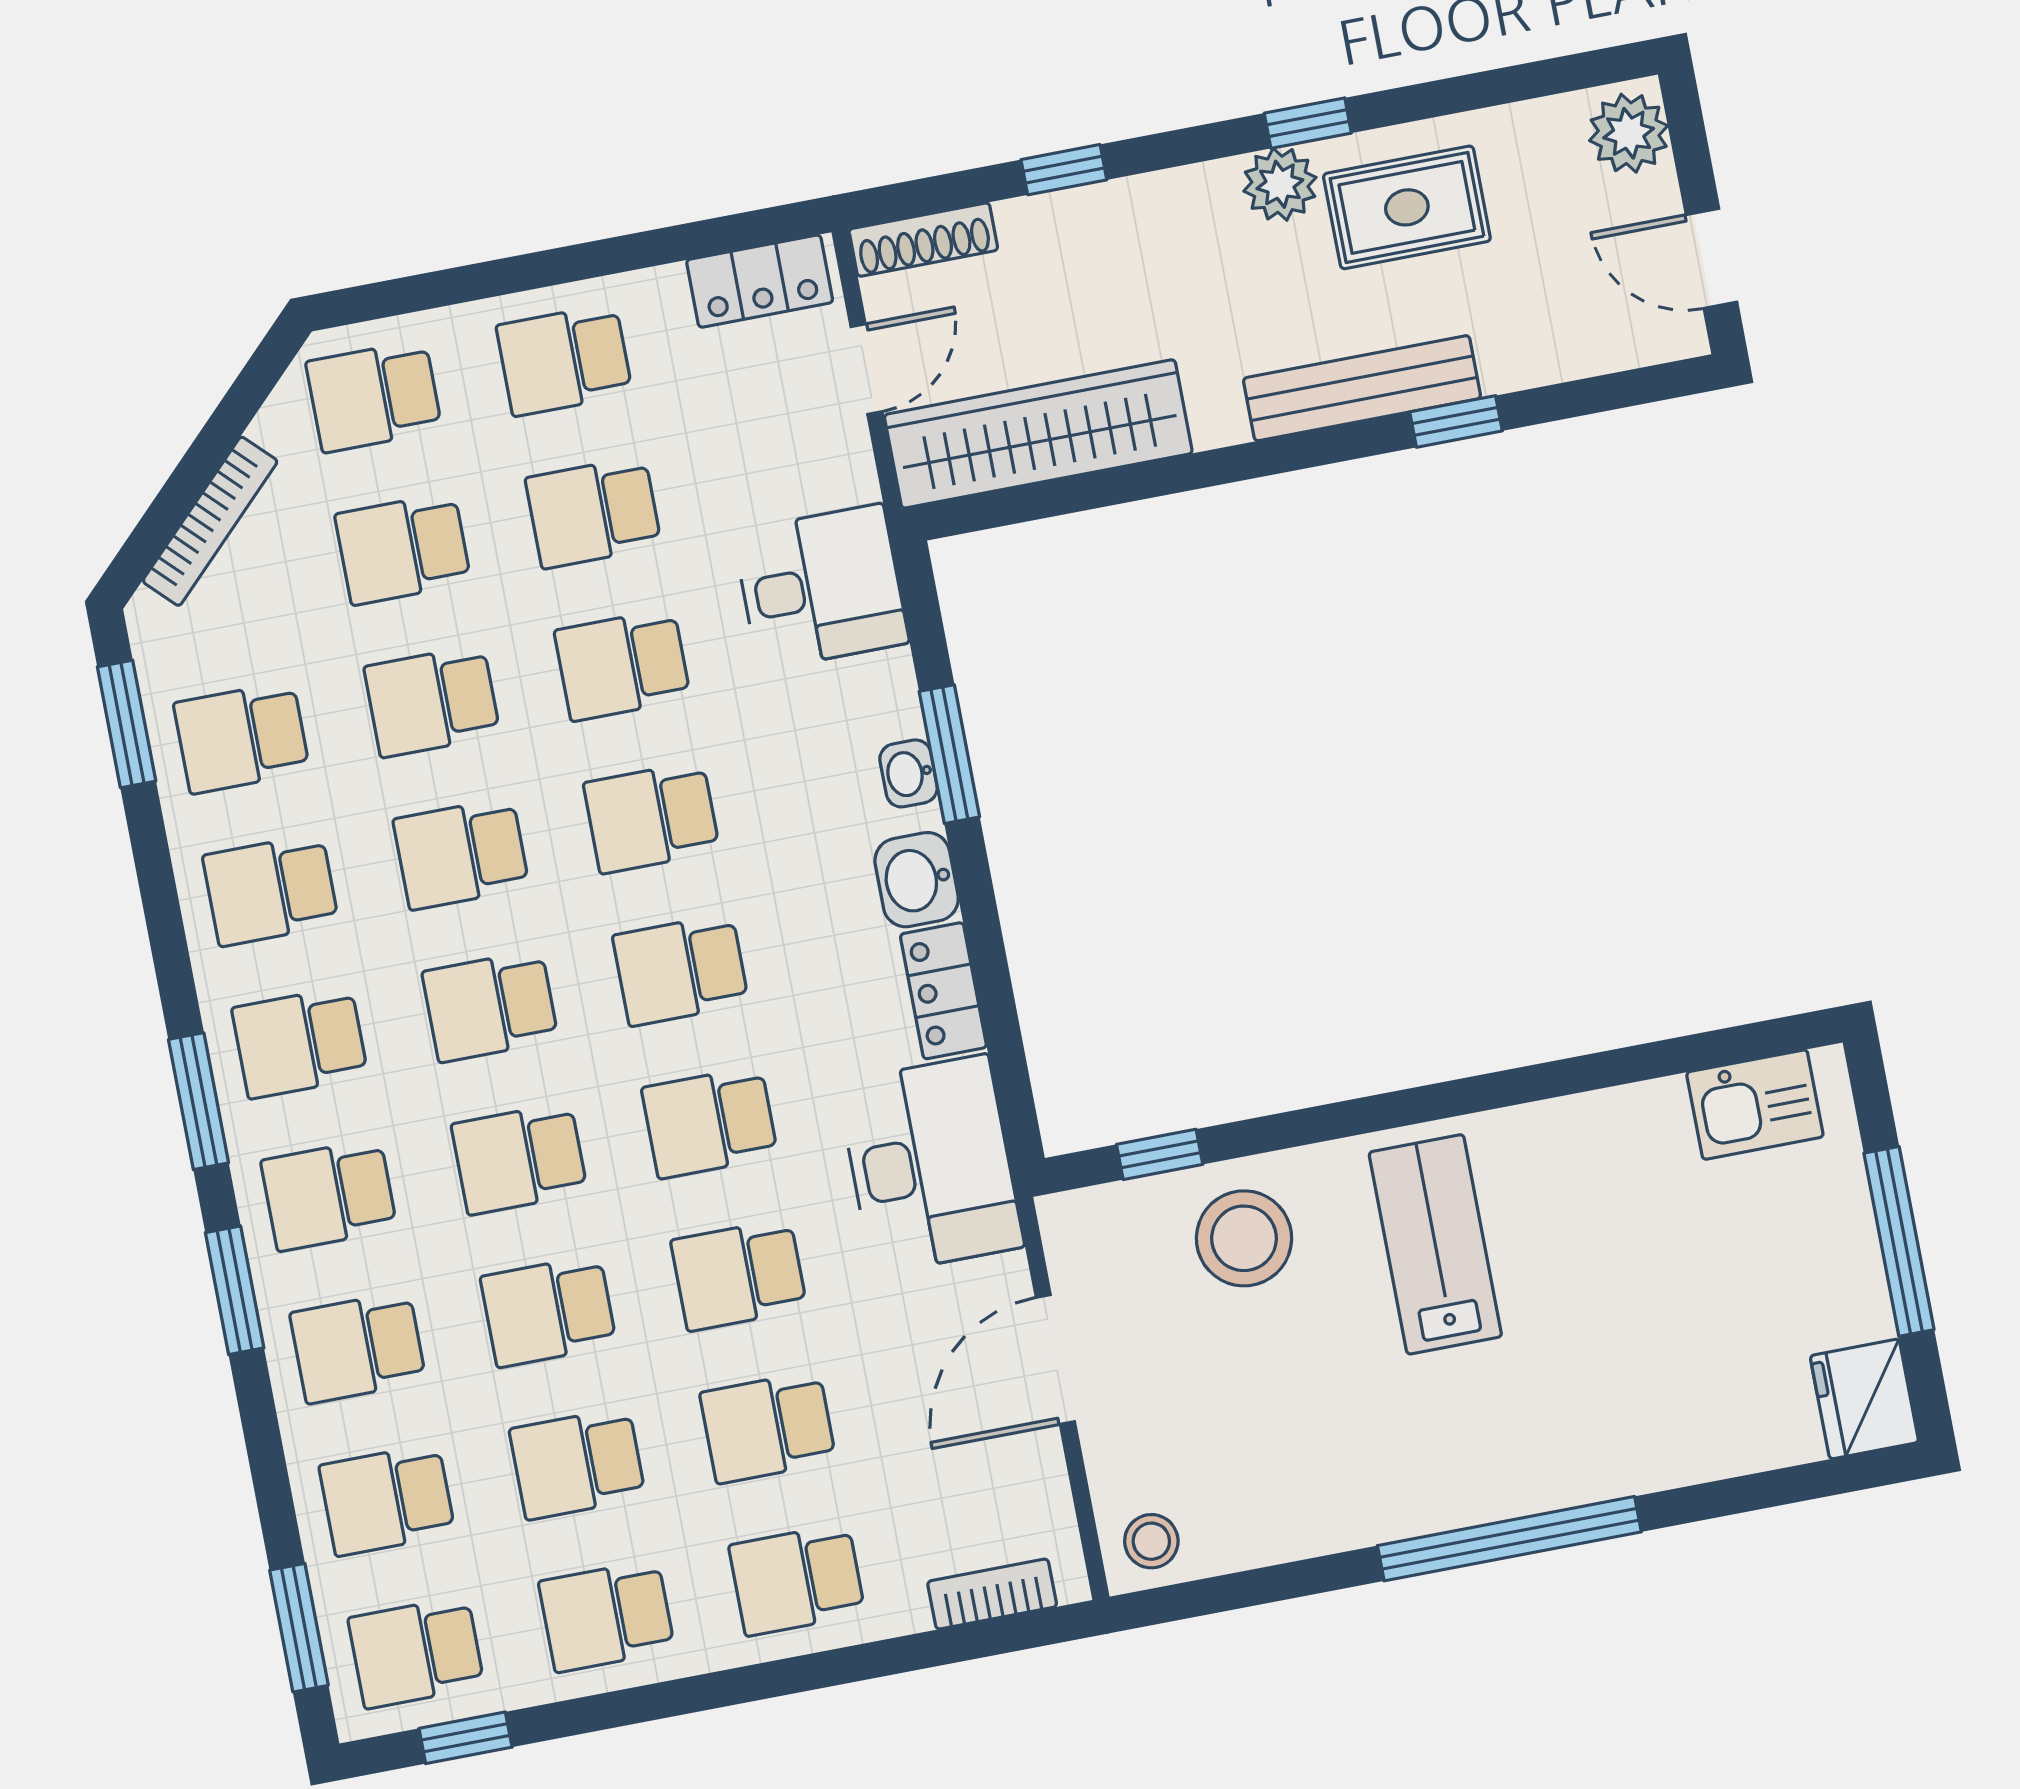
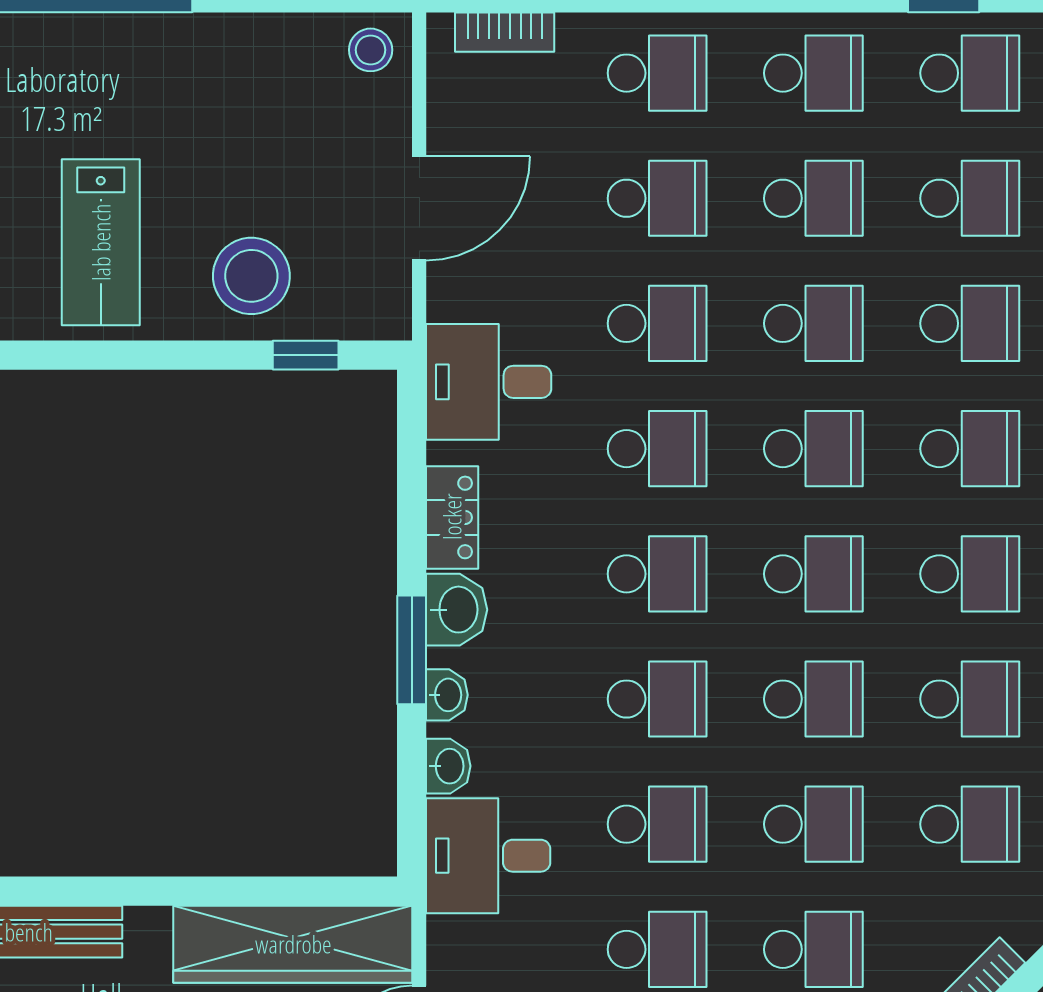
washbasin: (890, 687) -> (448, 766), added
window: (949, 754) -> (412, 650), moved
desk: (930, 1164) -> (489, 382), width x0.73

